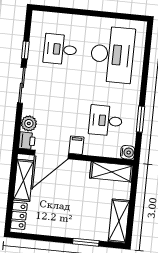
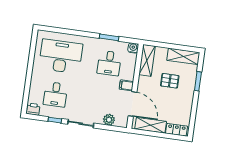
printer: (27, 141) -> (33, 109), moved
pallet: (85, 204) -> (170, 81), added

